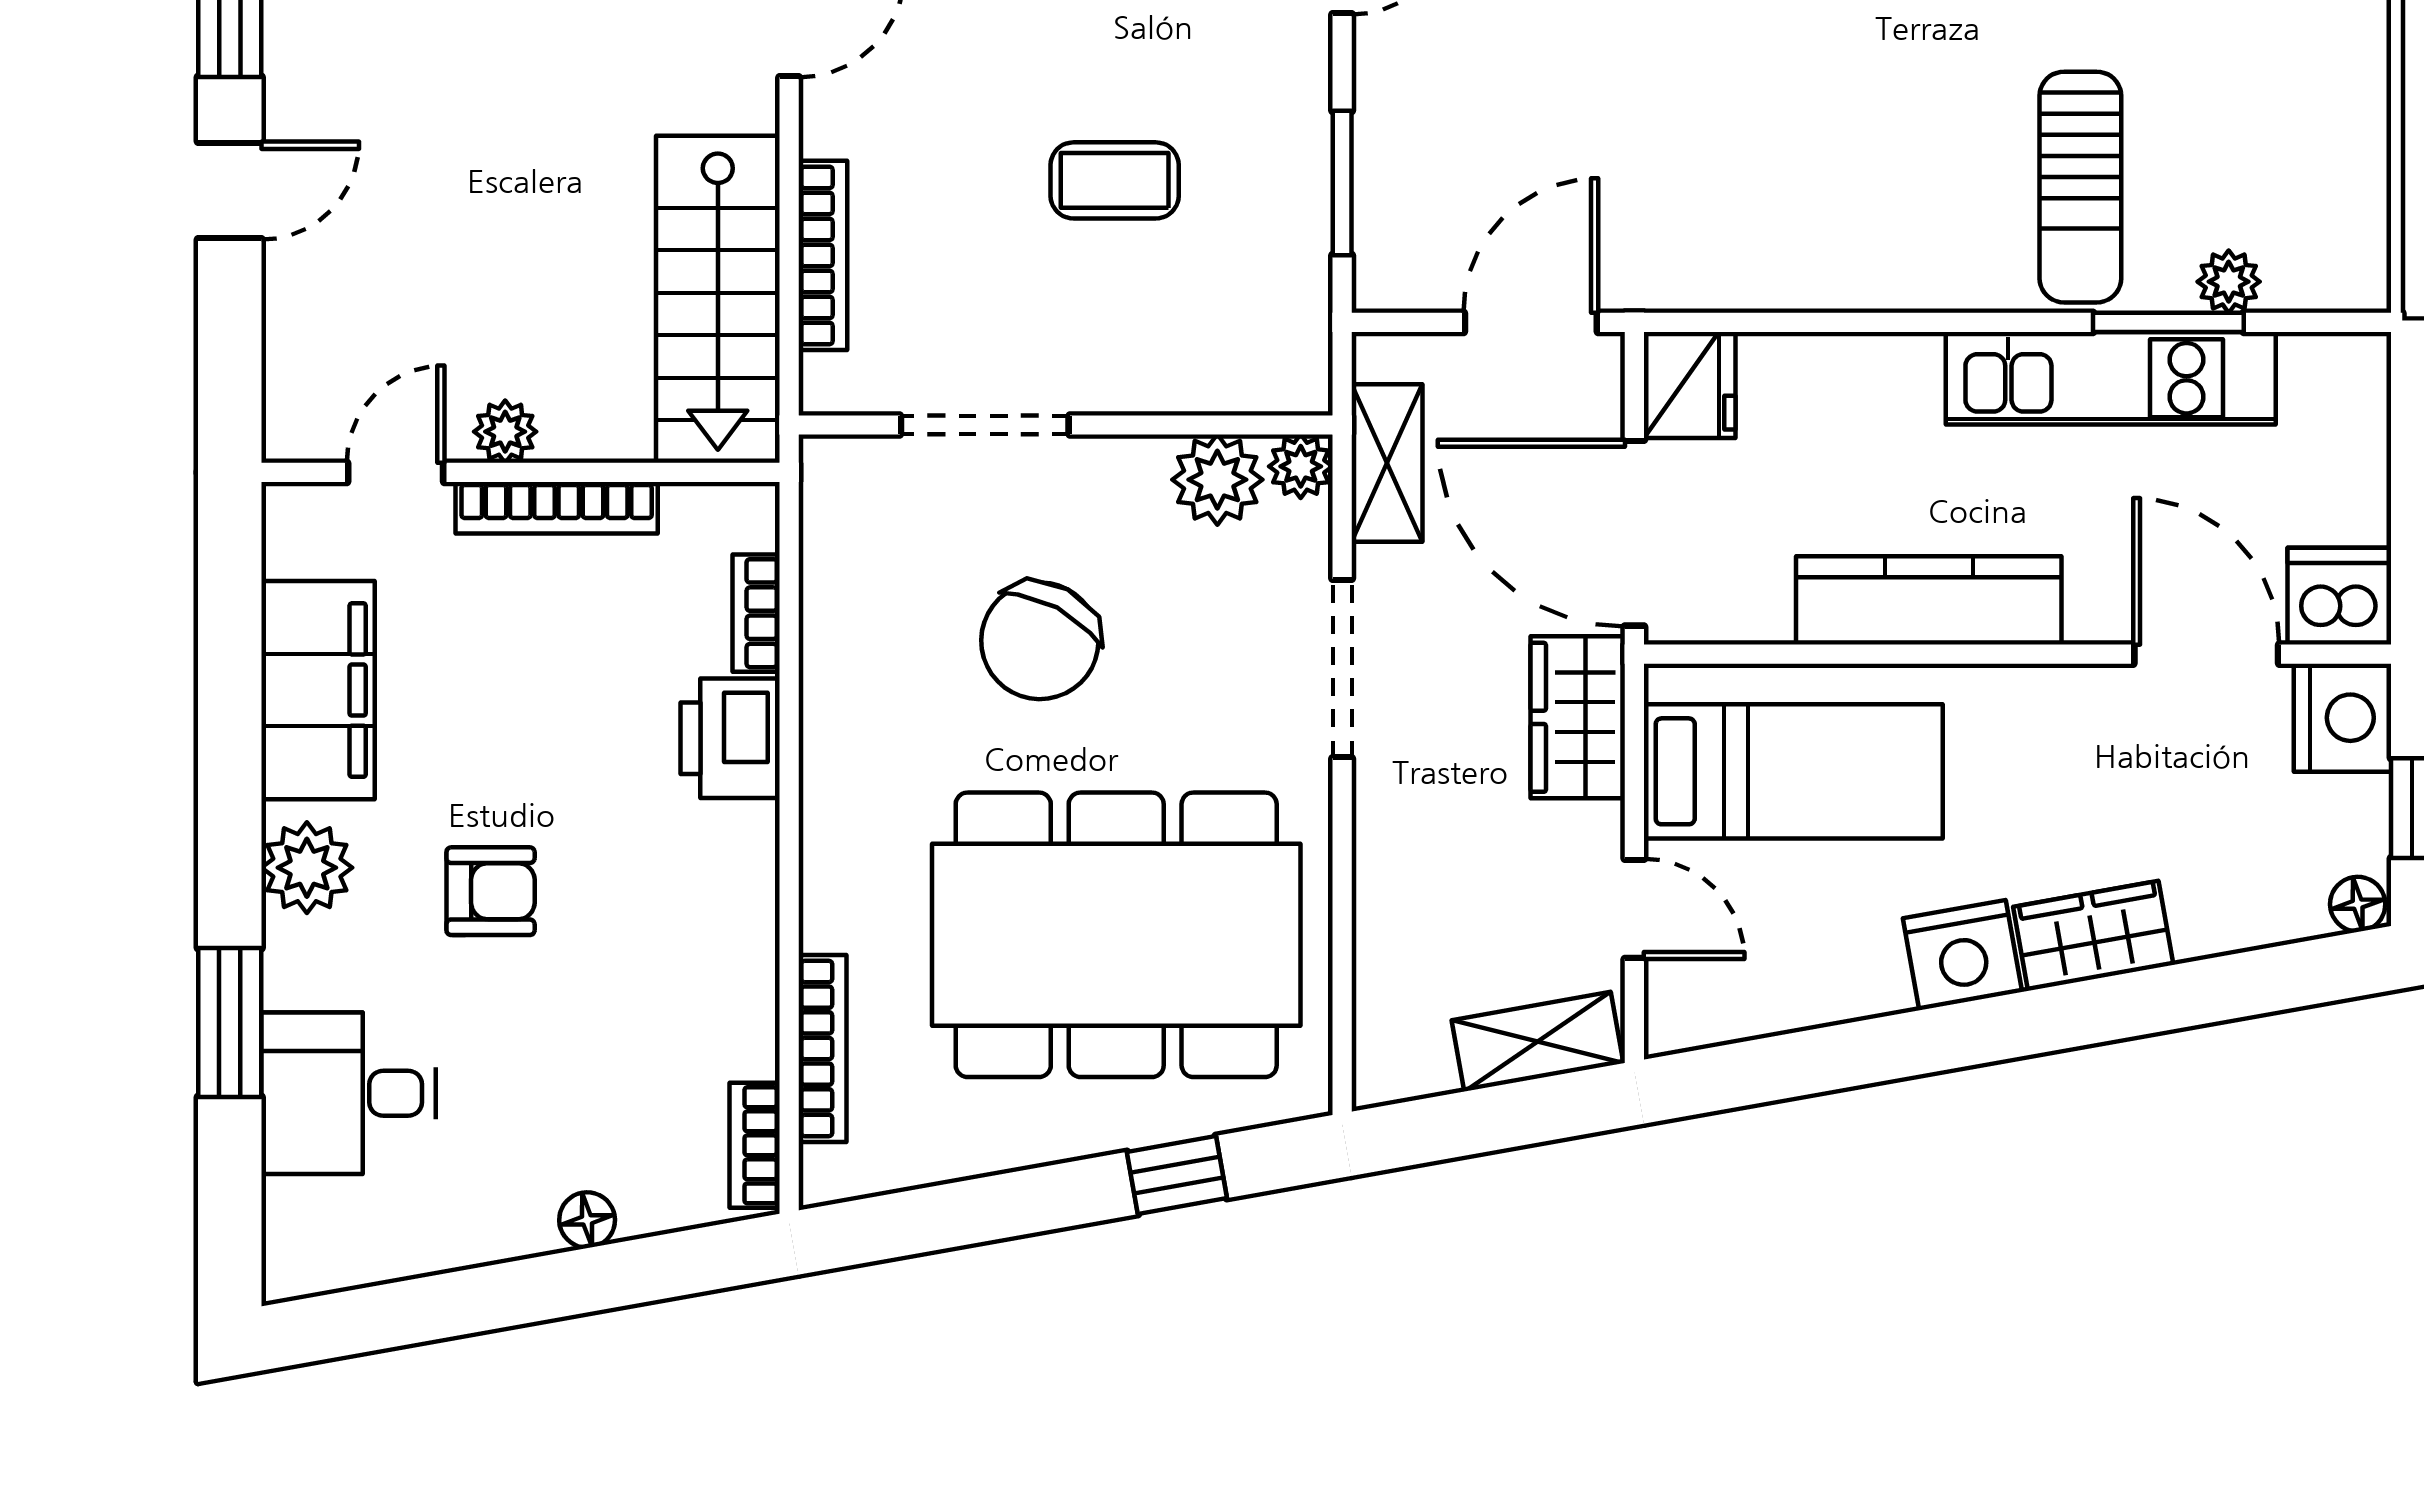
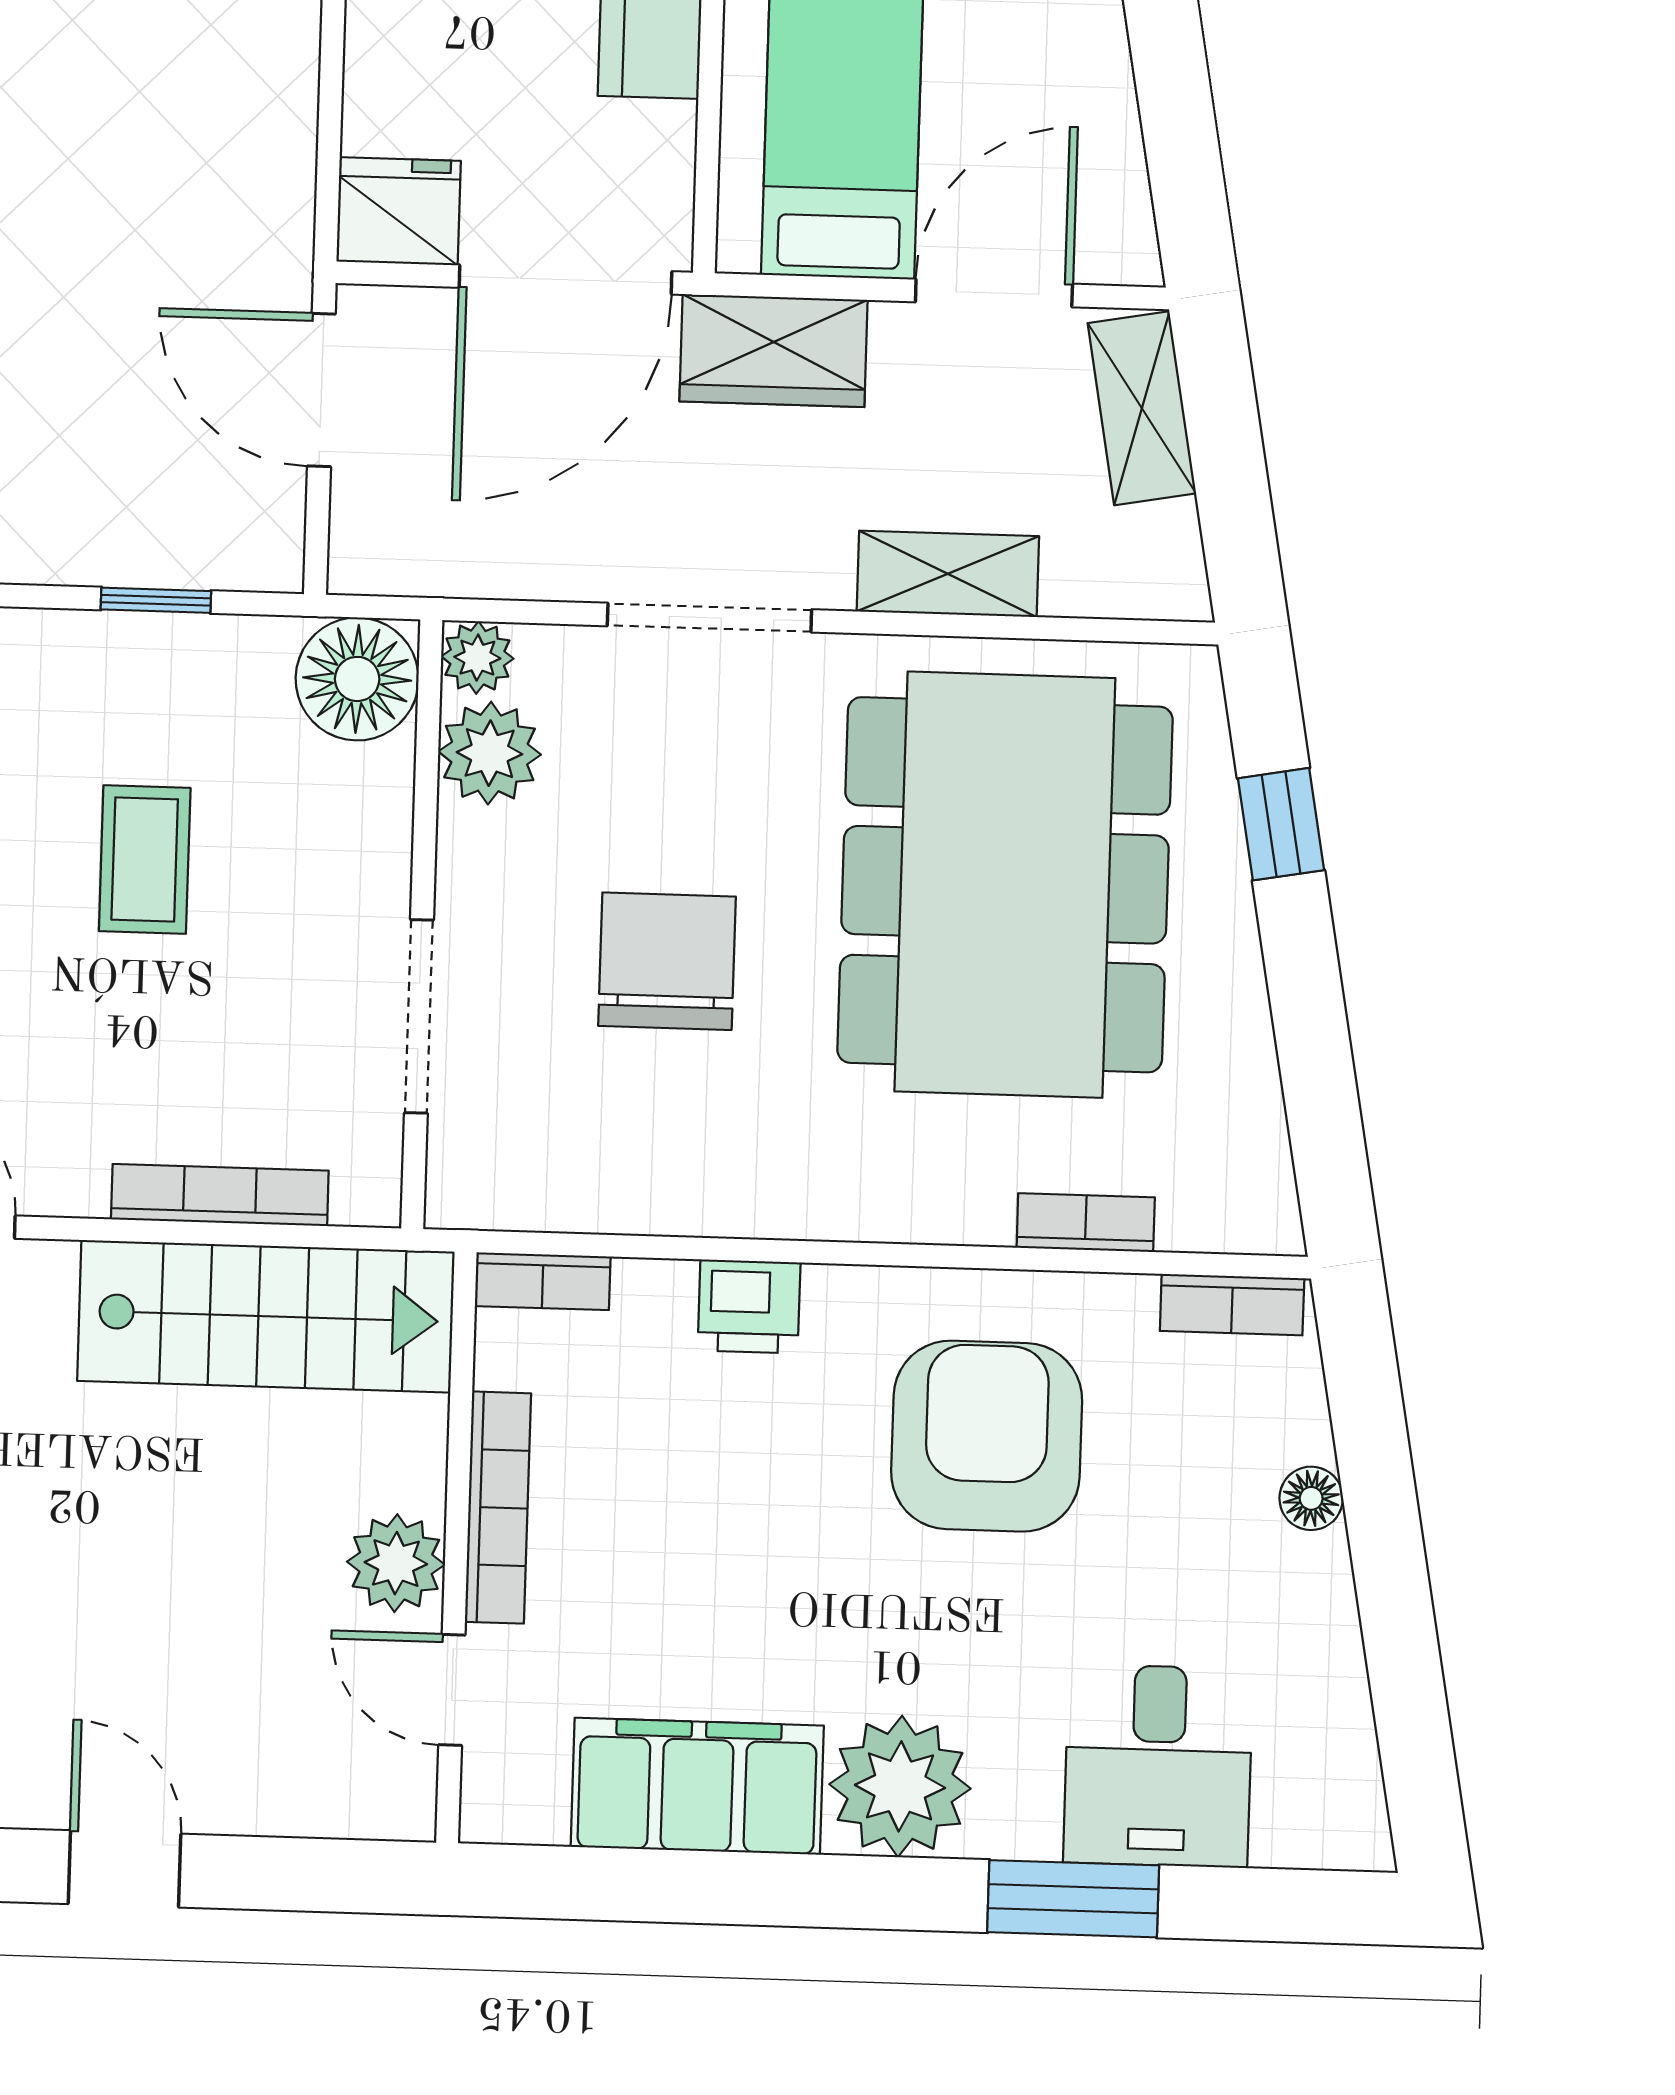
window: (1342, 183) -> (156, 600), width x0.67
floor lamp: (1279, 362) -> (357, 679), added
plant: (505, 432) -> (396, 1563), width x1.38, depth x1.38
shelving: (1387, 463) -> (948, 574), moved
bookcase: (756, 613) -> (543, 1281), moved
chair: (1040, 641) -> (667, 961), turned -118
printer: (730, 738) -> (749, 1306), width x0.73, depth x0.81
plant: (307, 868) -> (900, 1786), width x1.36, depth x1.36
armchair: (491, 891) -> (987, 1436), moved, width x1.88, depth x1.88
door: (1634, 909) -> (994, 293), width x1.38
bookcase: (822, 1048) -> (1086, 1223), width x0.64

